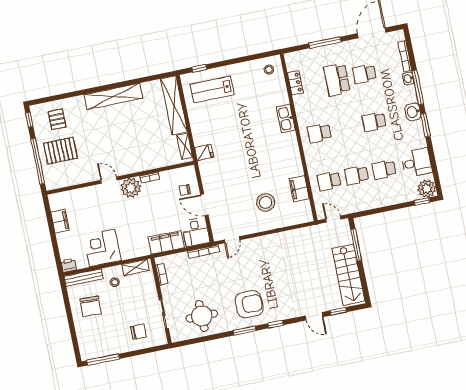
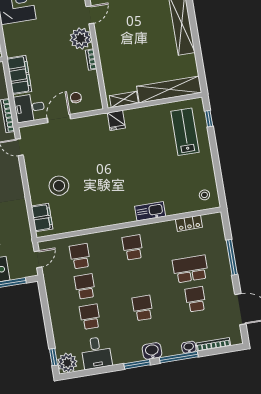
filing cabinet: (299, 189) -> (42, 217), moved, turned 90

